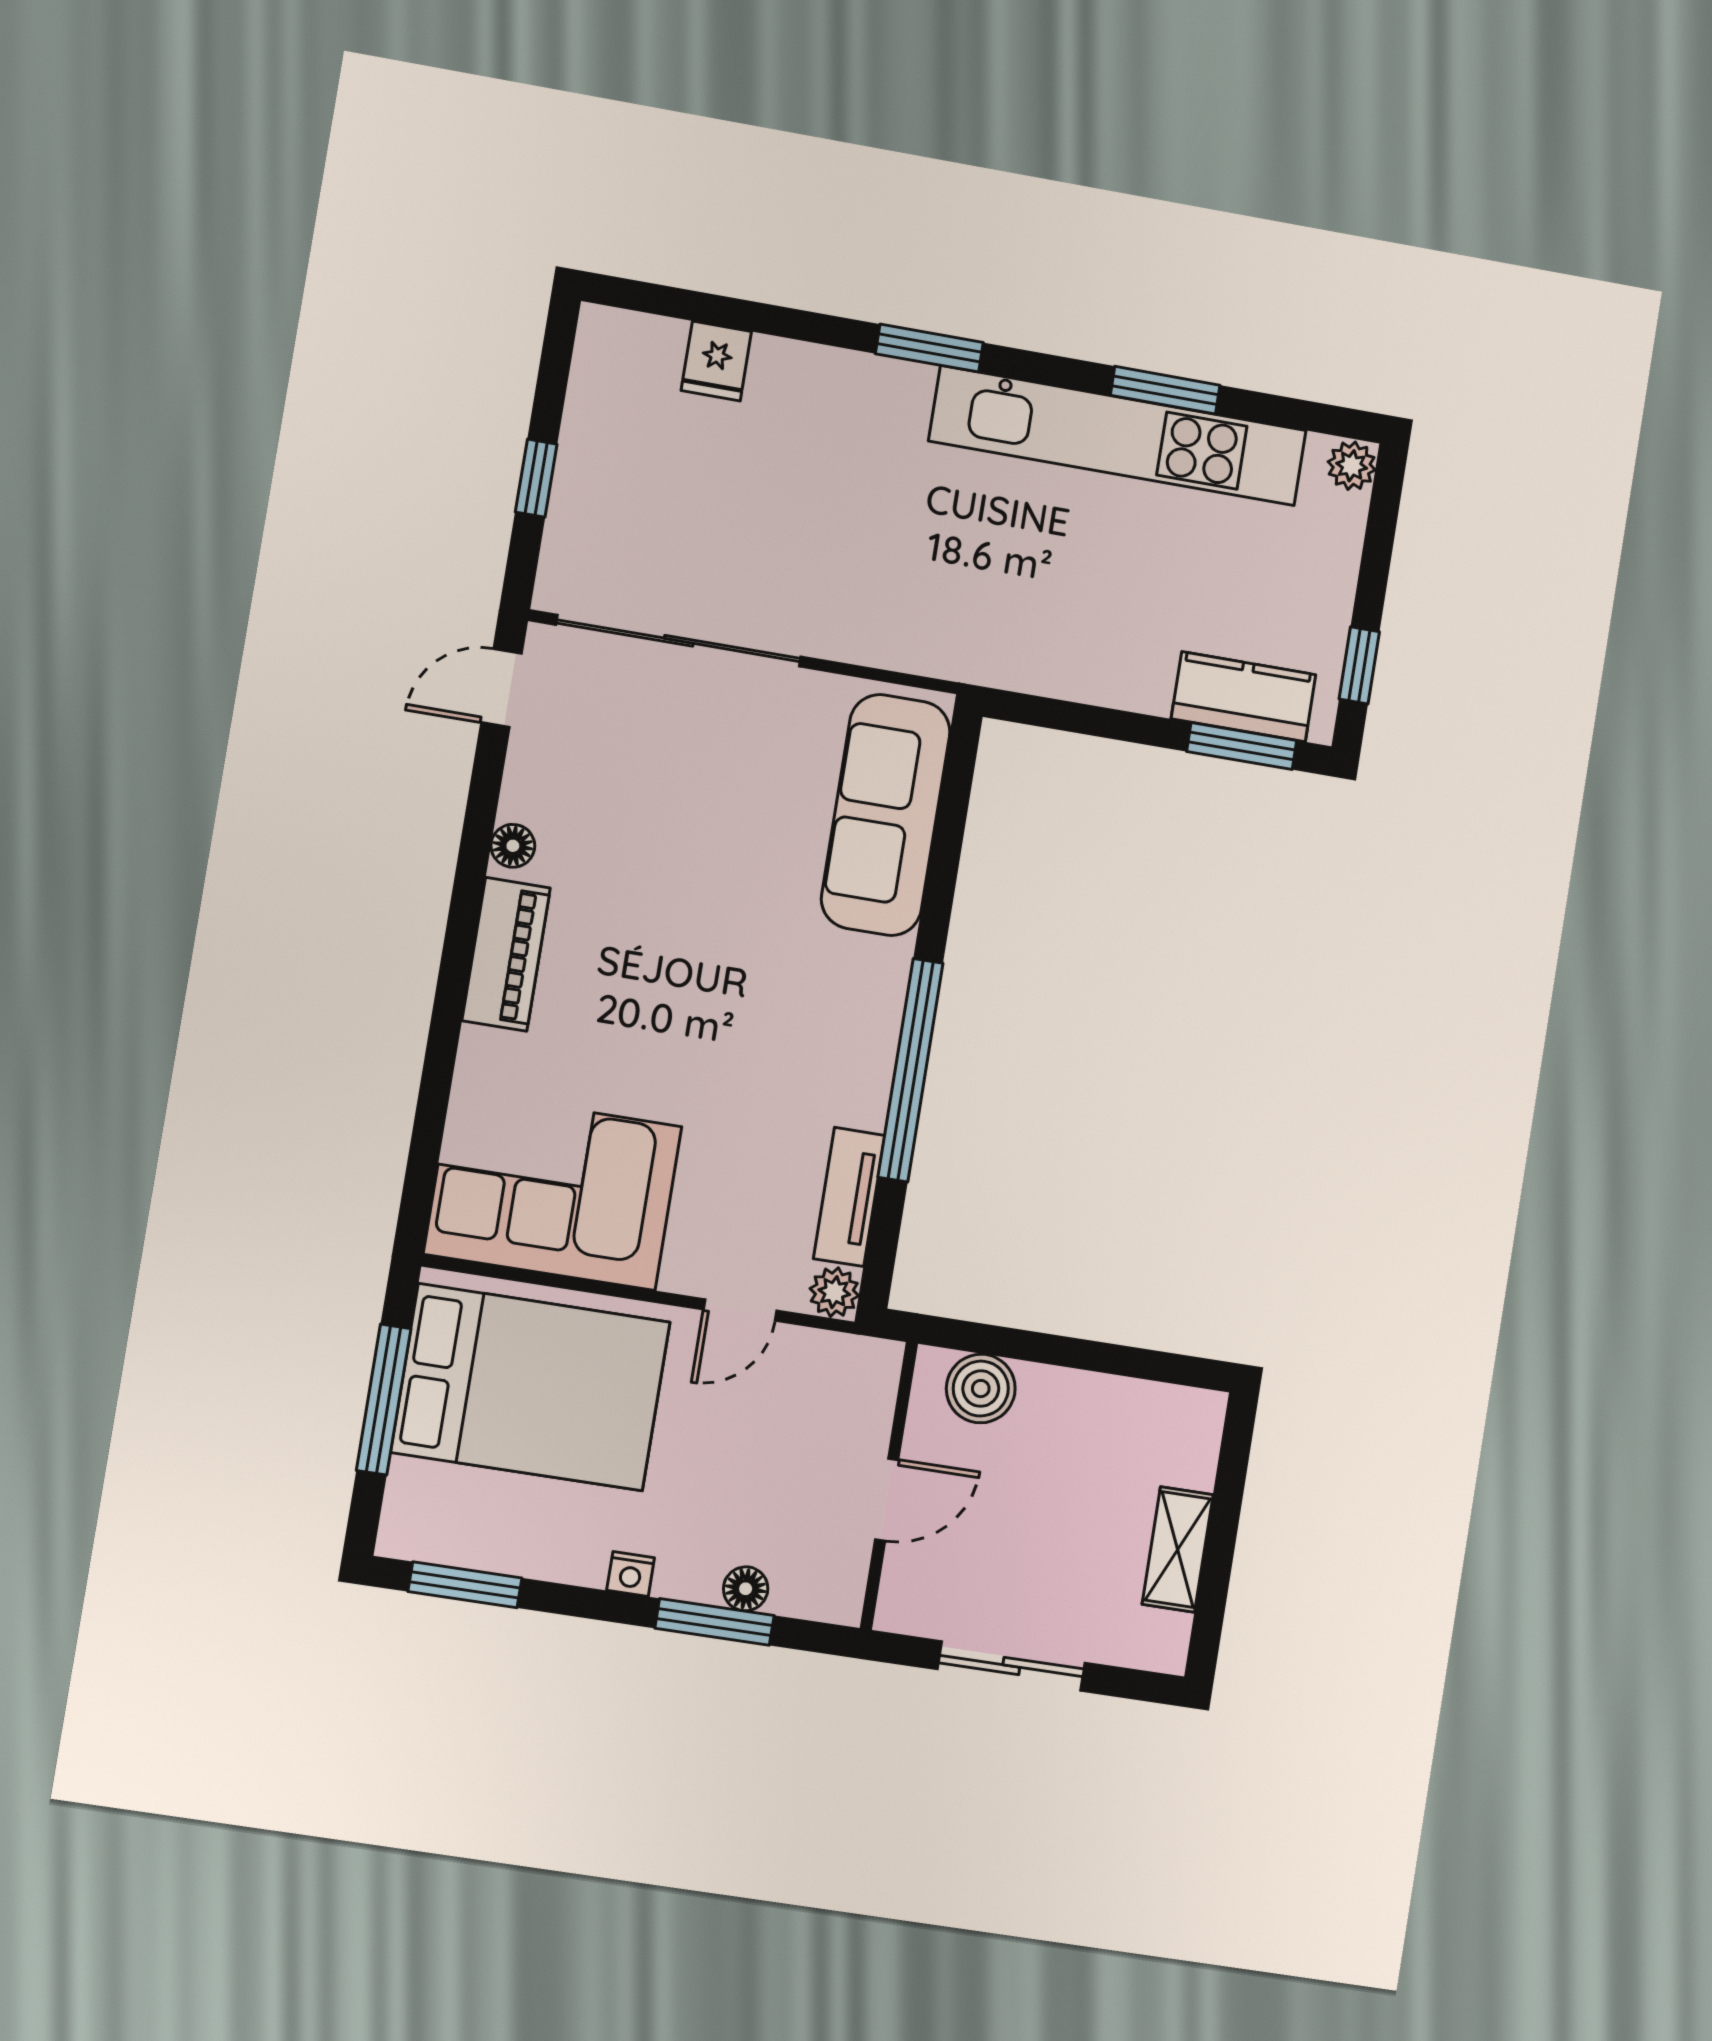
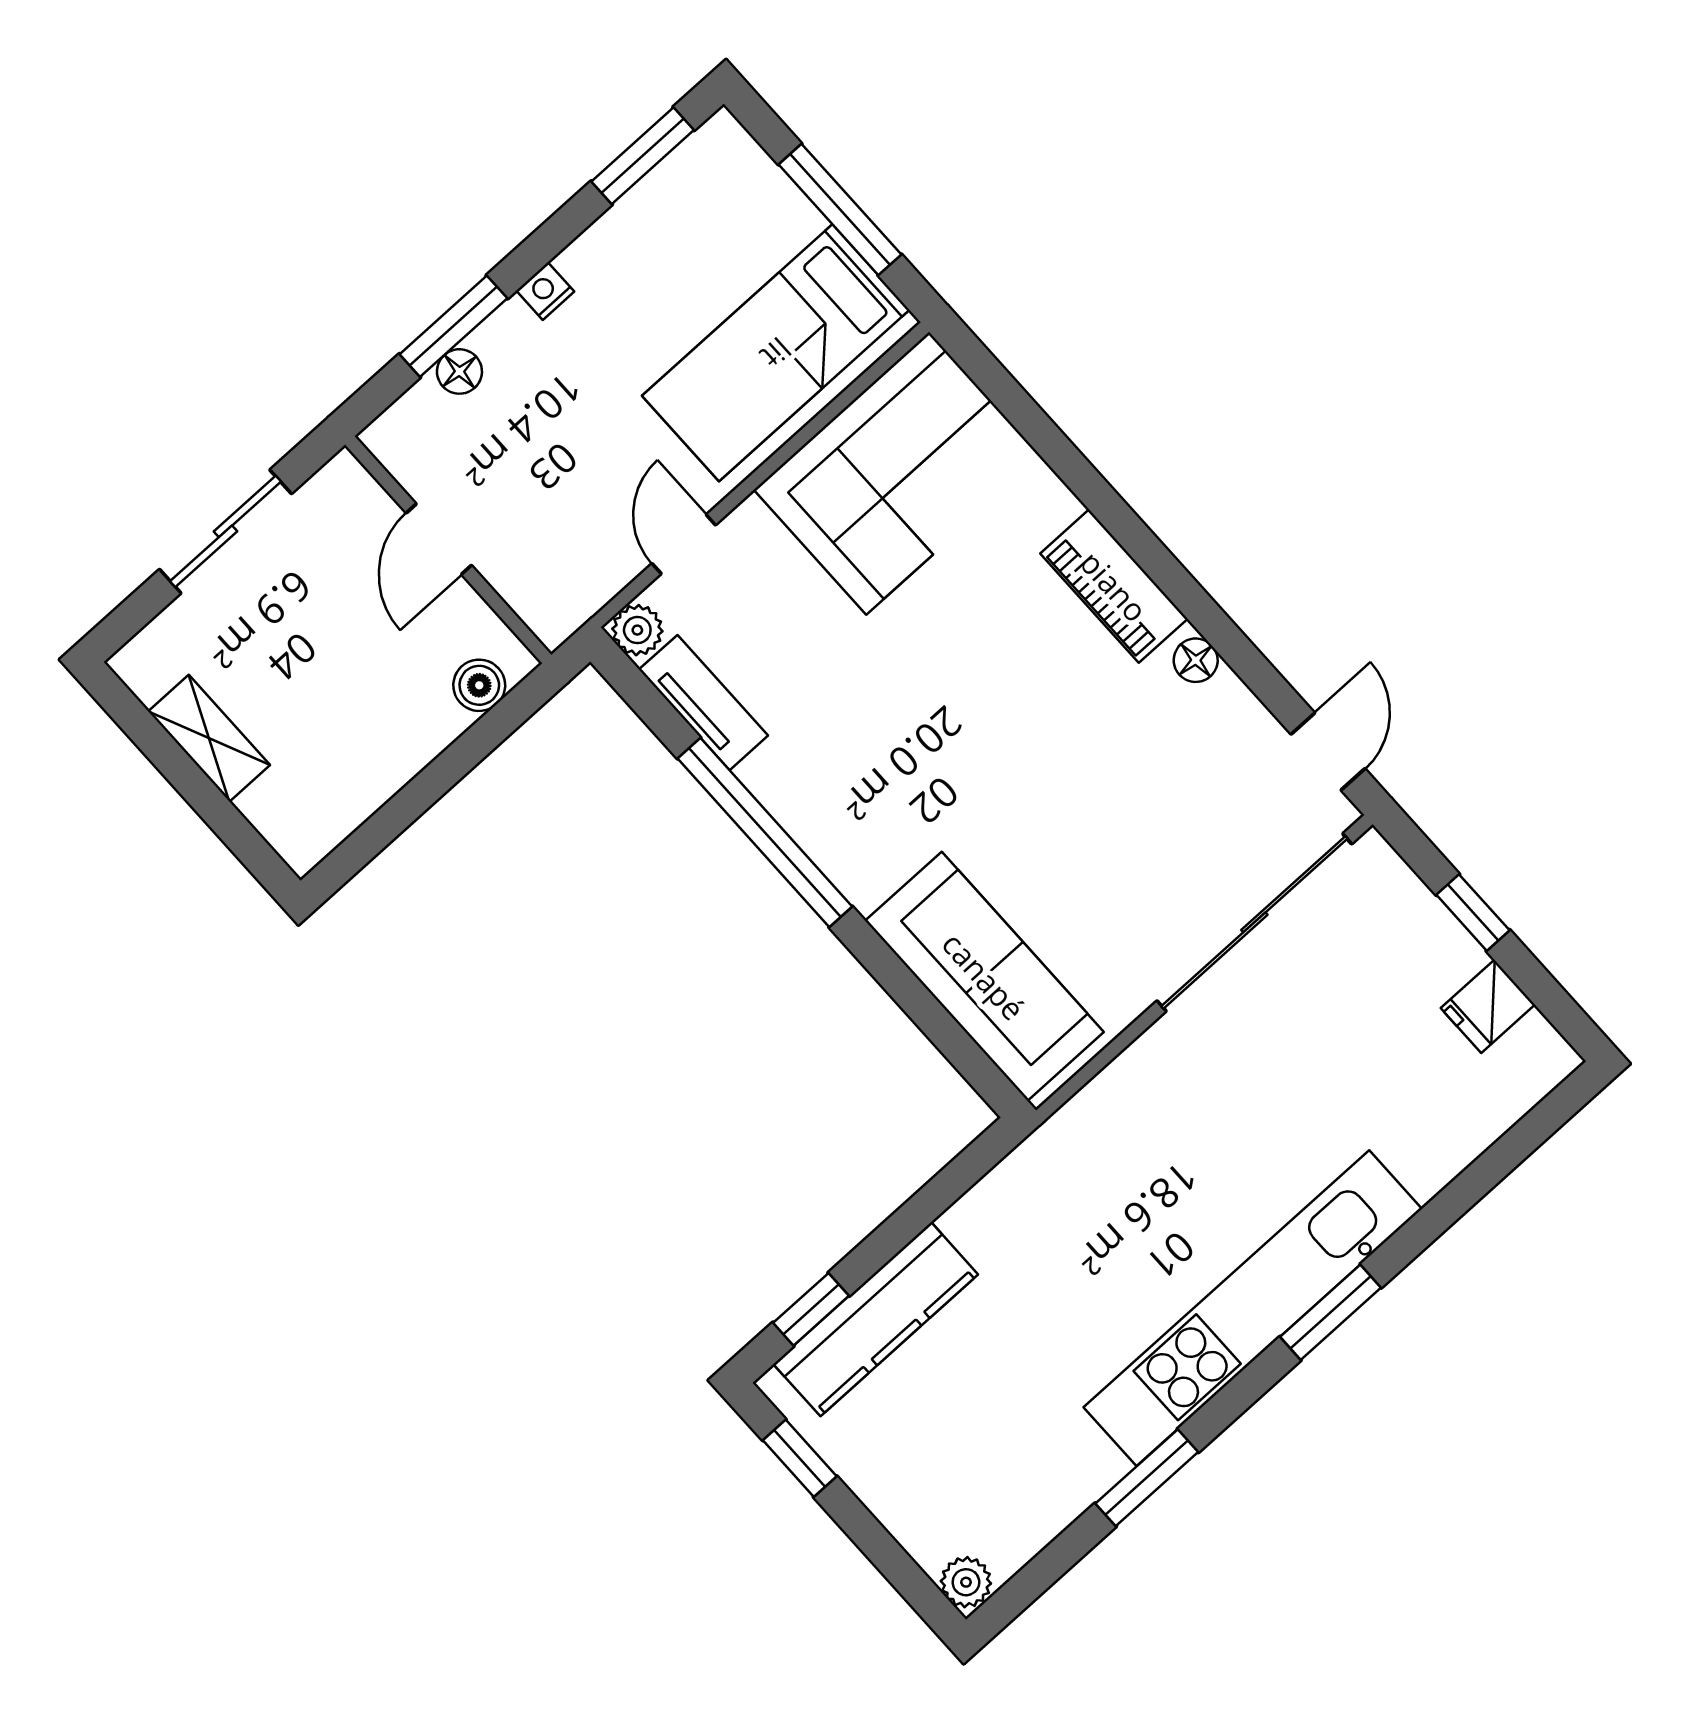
fridge: (716, 361) -> (1488, 1006), moved, turned -90
kitchen unit: (1118, 436) -> (1253, 1308), moved
kitchen counter: (1244, 697) -> (876, 1319), width x1.50
window: (1242, 746) -> (811, 1309), width x0.67
bed: (531, 1387) -> (776, 353), width x0.67
boiler: (981, 1389) -> (479, 685), width x0.73, depth x0.73

